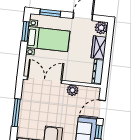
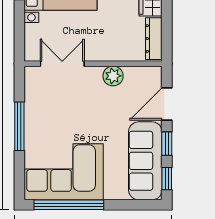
double door: (45, 80) -> (62, 64), width x0.73

